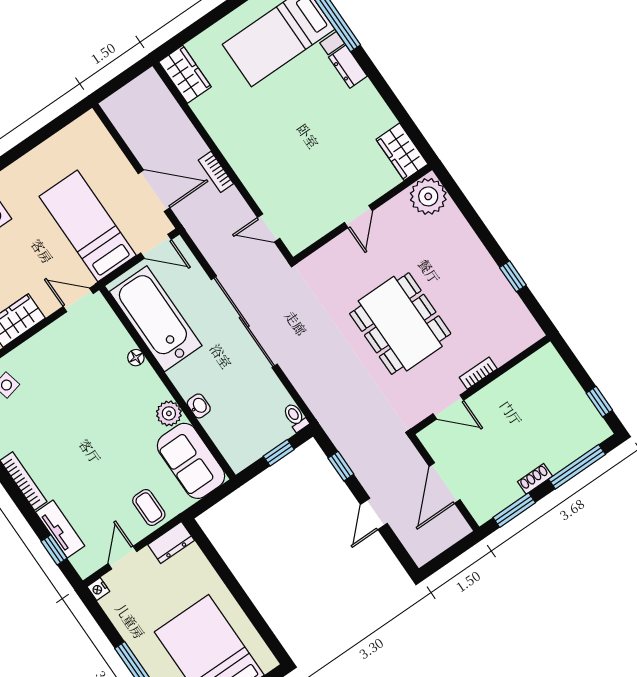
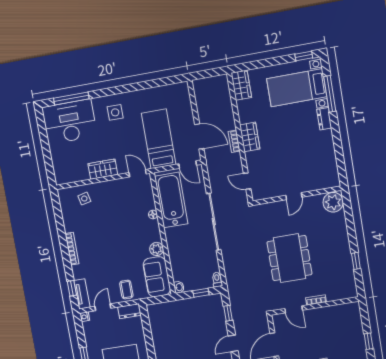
wardrobe: (402, 152) -> (250, 137), moved, turned 180
washbasin: (199, 406) -> (179, 287), moved
tv unit: (60, 529) -> (82, 294), moved

